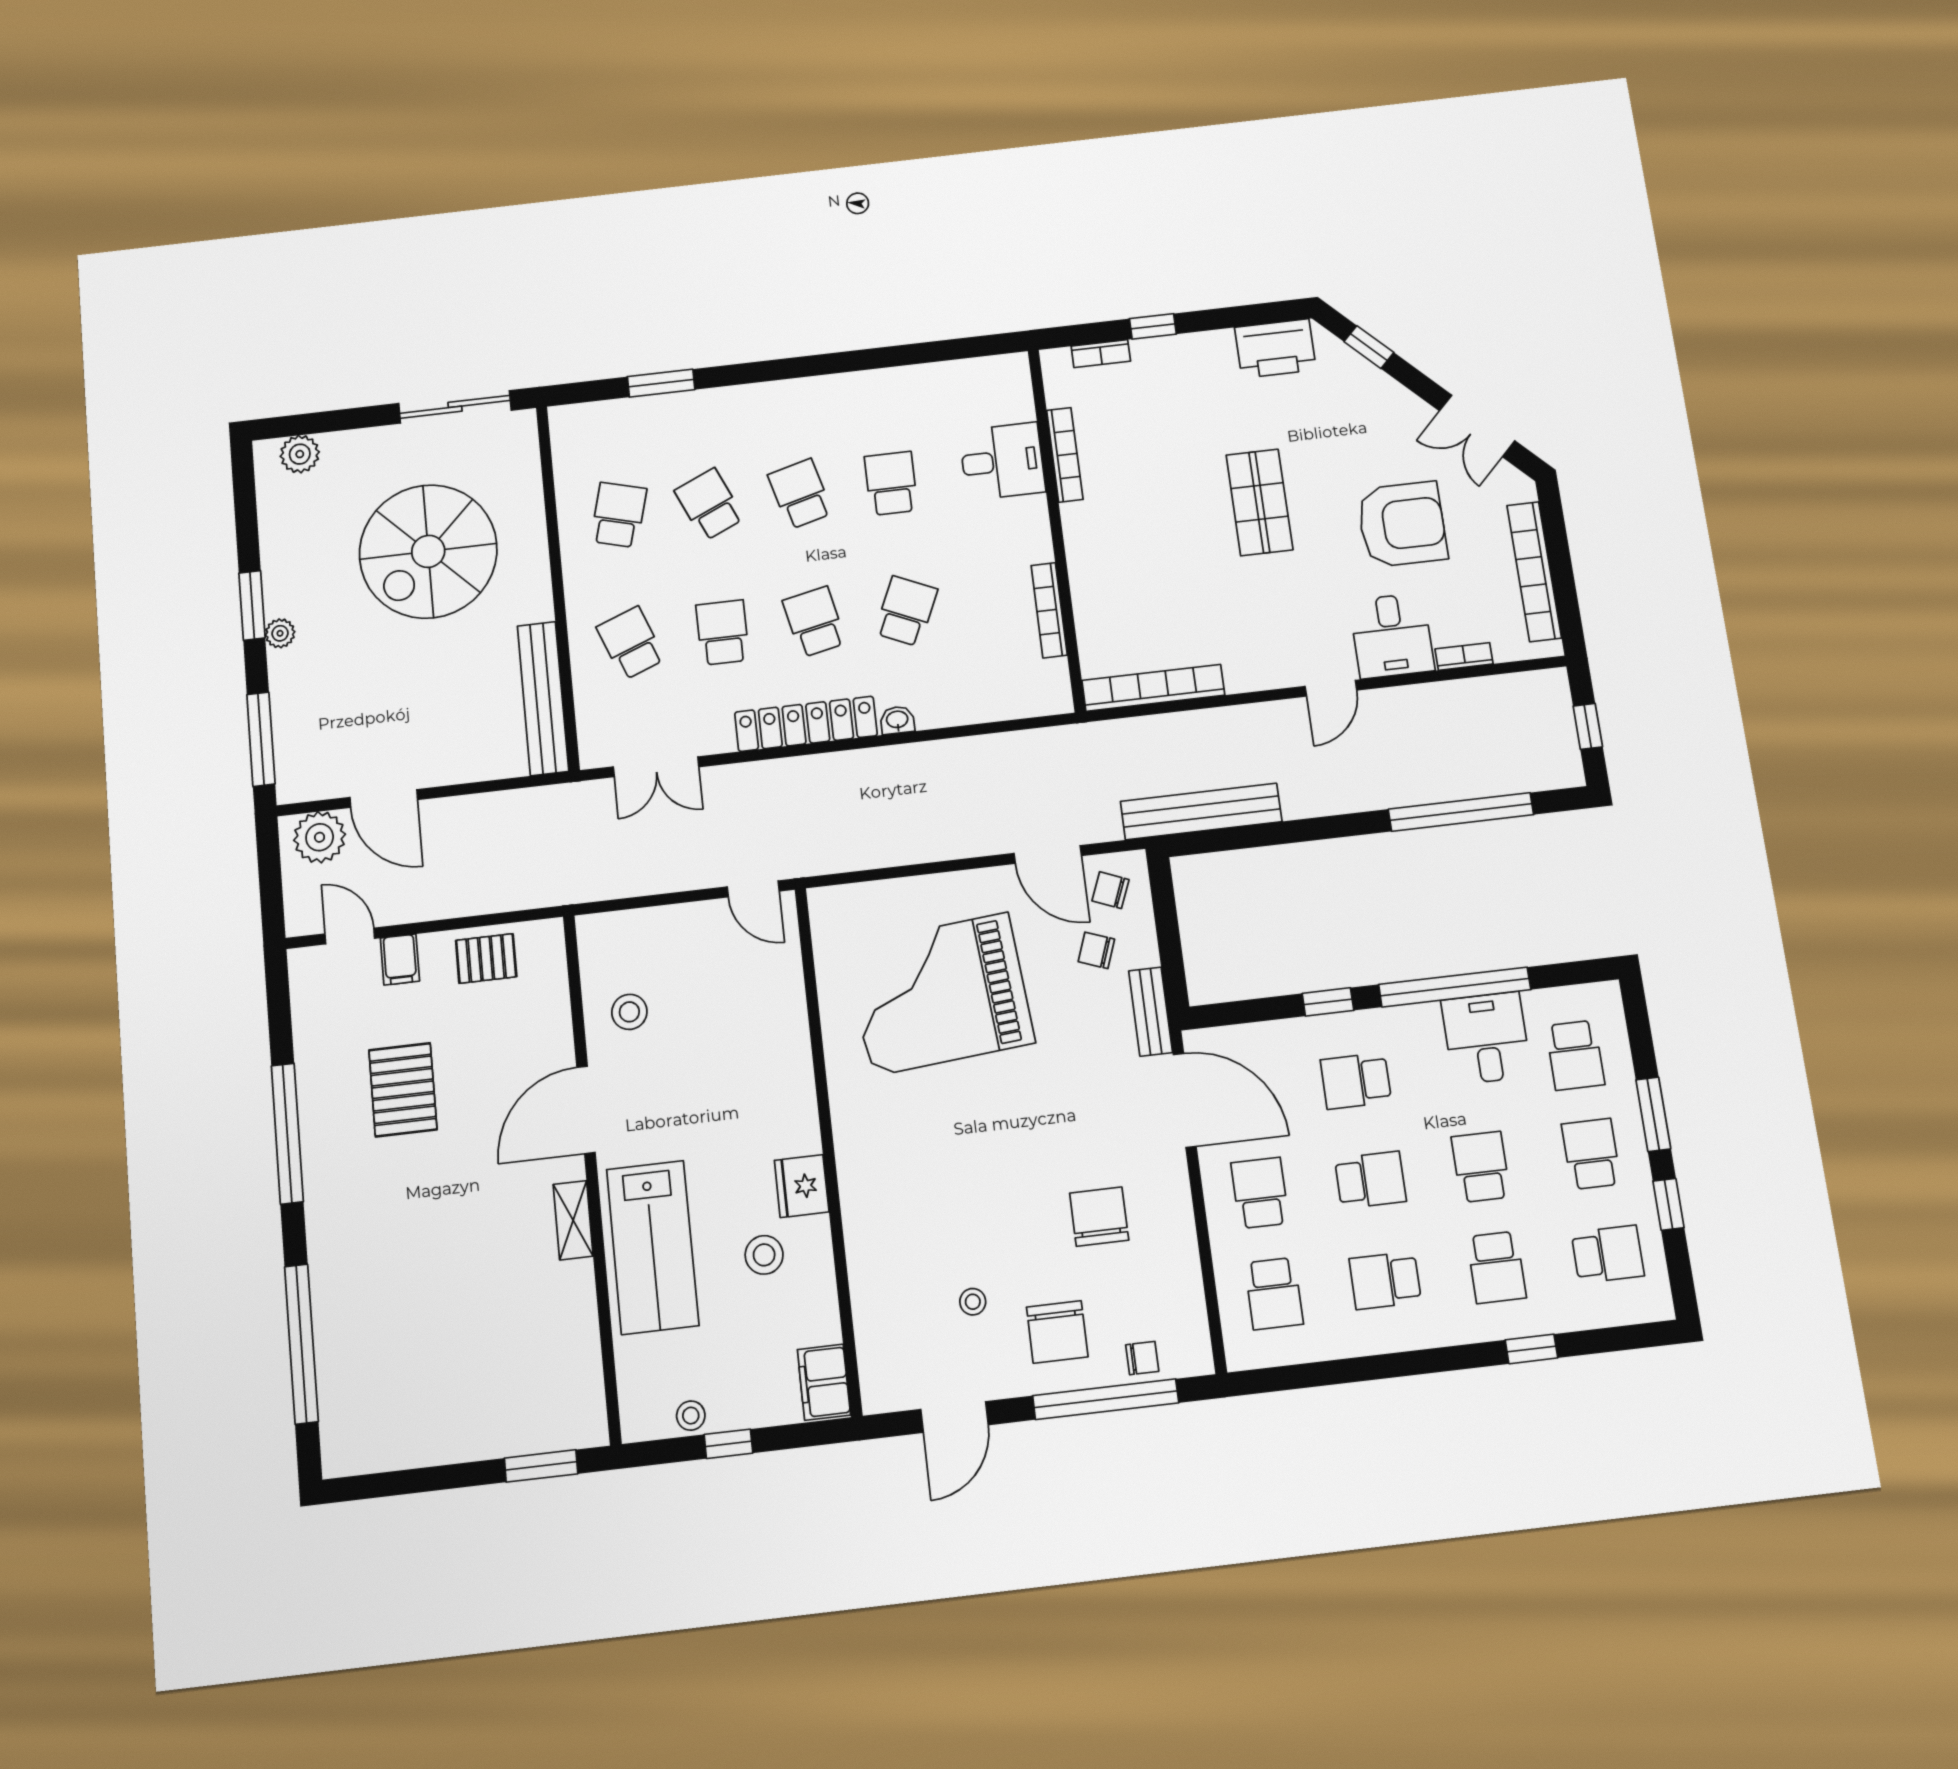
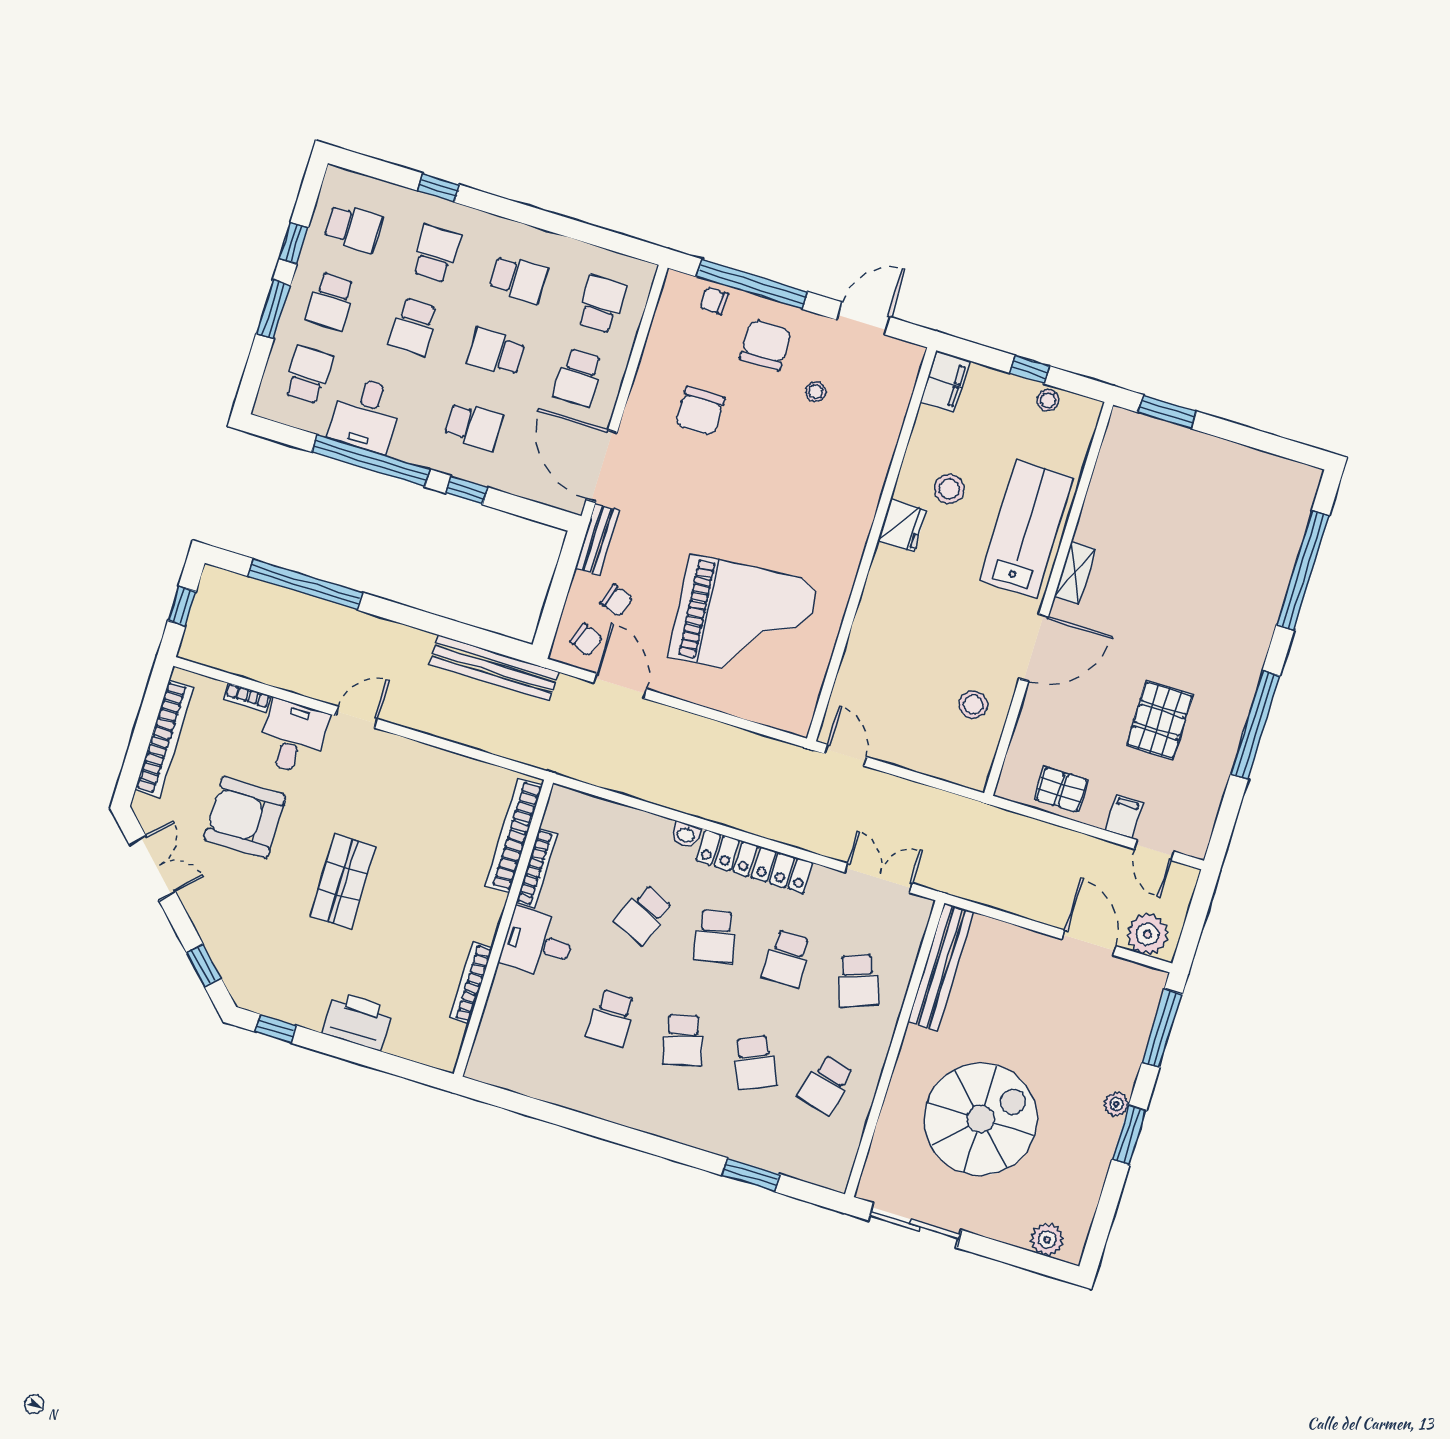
window: (1153, 326) -> (276, 1029), moved
printer: (1275, 348) -> (358, 1021), moved
bookcase: (1101, 354) -> (408, 1050), removed
desk: (1002, 461) -> (538, 943), moved
bookcase: (1153, 688) -> (514, 835), moved, turned 90
school desk: (1608, 1254) -> (353, 228), turned 180

